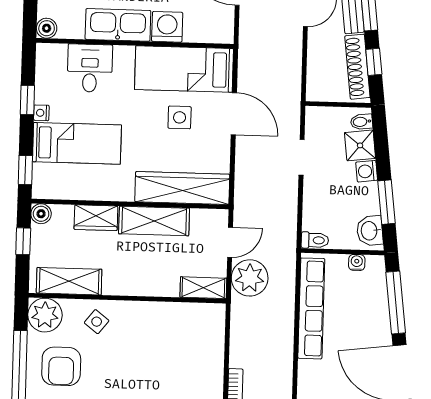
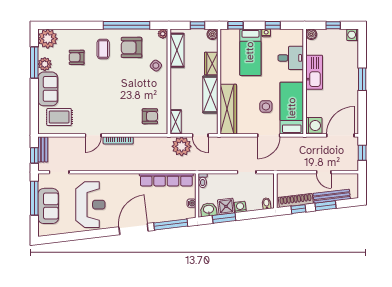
washing machine: (167, 27) -> (314, 125), moved
shower: (360, 145) -> (226, 206), moved
plant: (45, 315) -> (163, 34), width x0.53, depth x0.53
armchair: (191, 336) -> (150, 116), added

